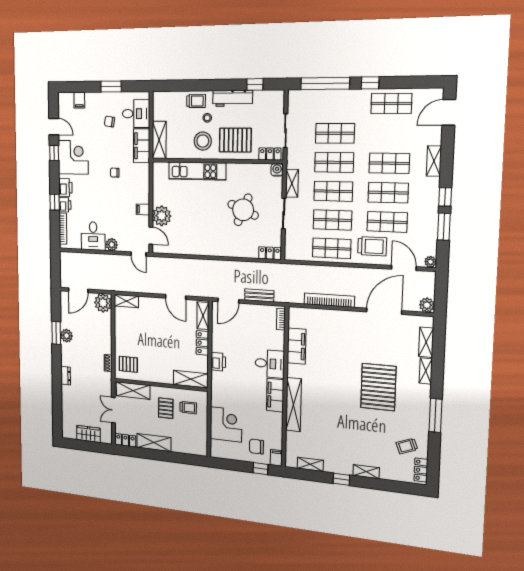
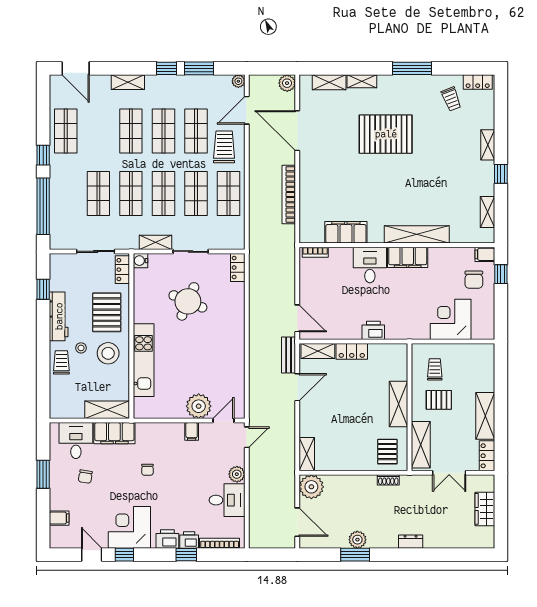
door: (54, 127) -> (92, 555), hinge flipped
bench: (259, 295) -> (289, 355), moved
shelving: (191, 379) -> (398, 404), moved

